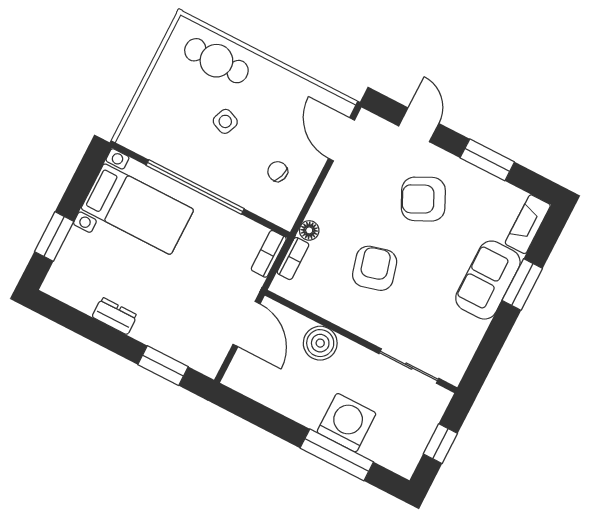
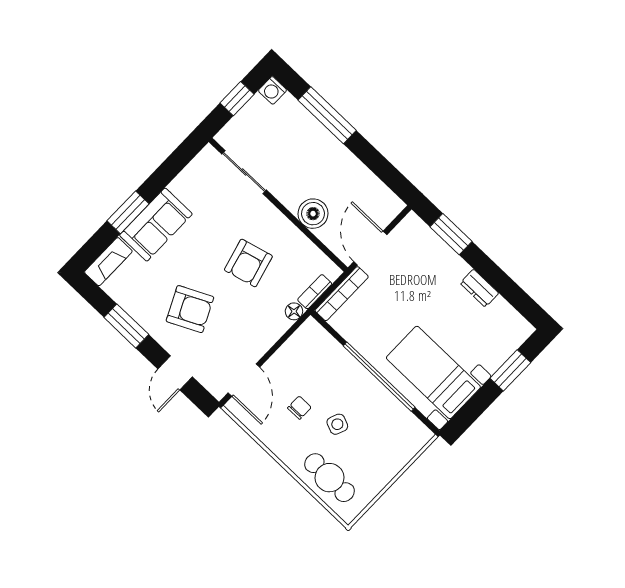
chair: (278, 171) -> (299, 408), moved, turned -109
bookcase: (269, 254) -> (342, 294), width x1.56
washing machine: (346, 423) -> (272, 90), moved, width x0.53, depth x0.53

